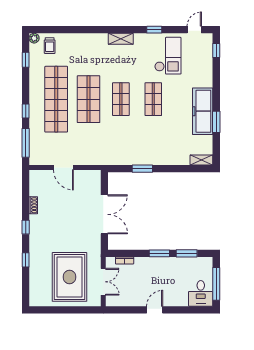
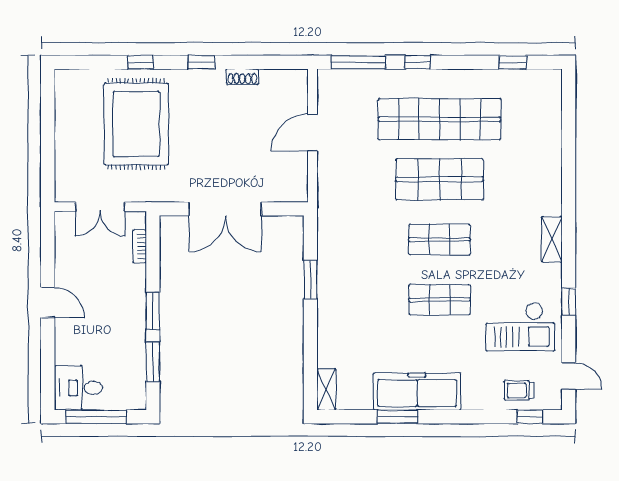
plant: (34, 38) -> (553, 78), removed
trolley: (50, 46) -> (519, 390), moved
rug: (70, 277) -> (136, 124), moved, turned 90

